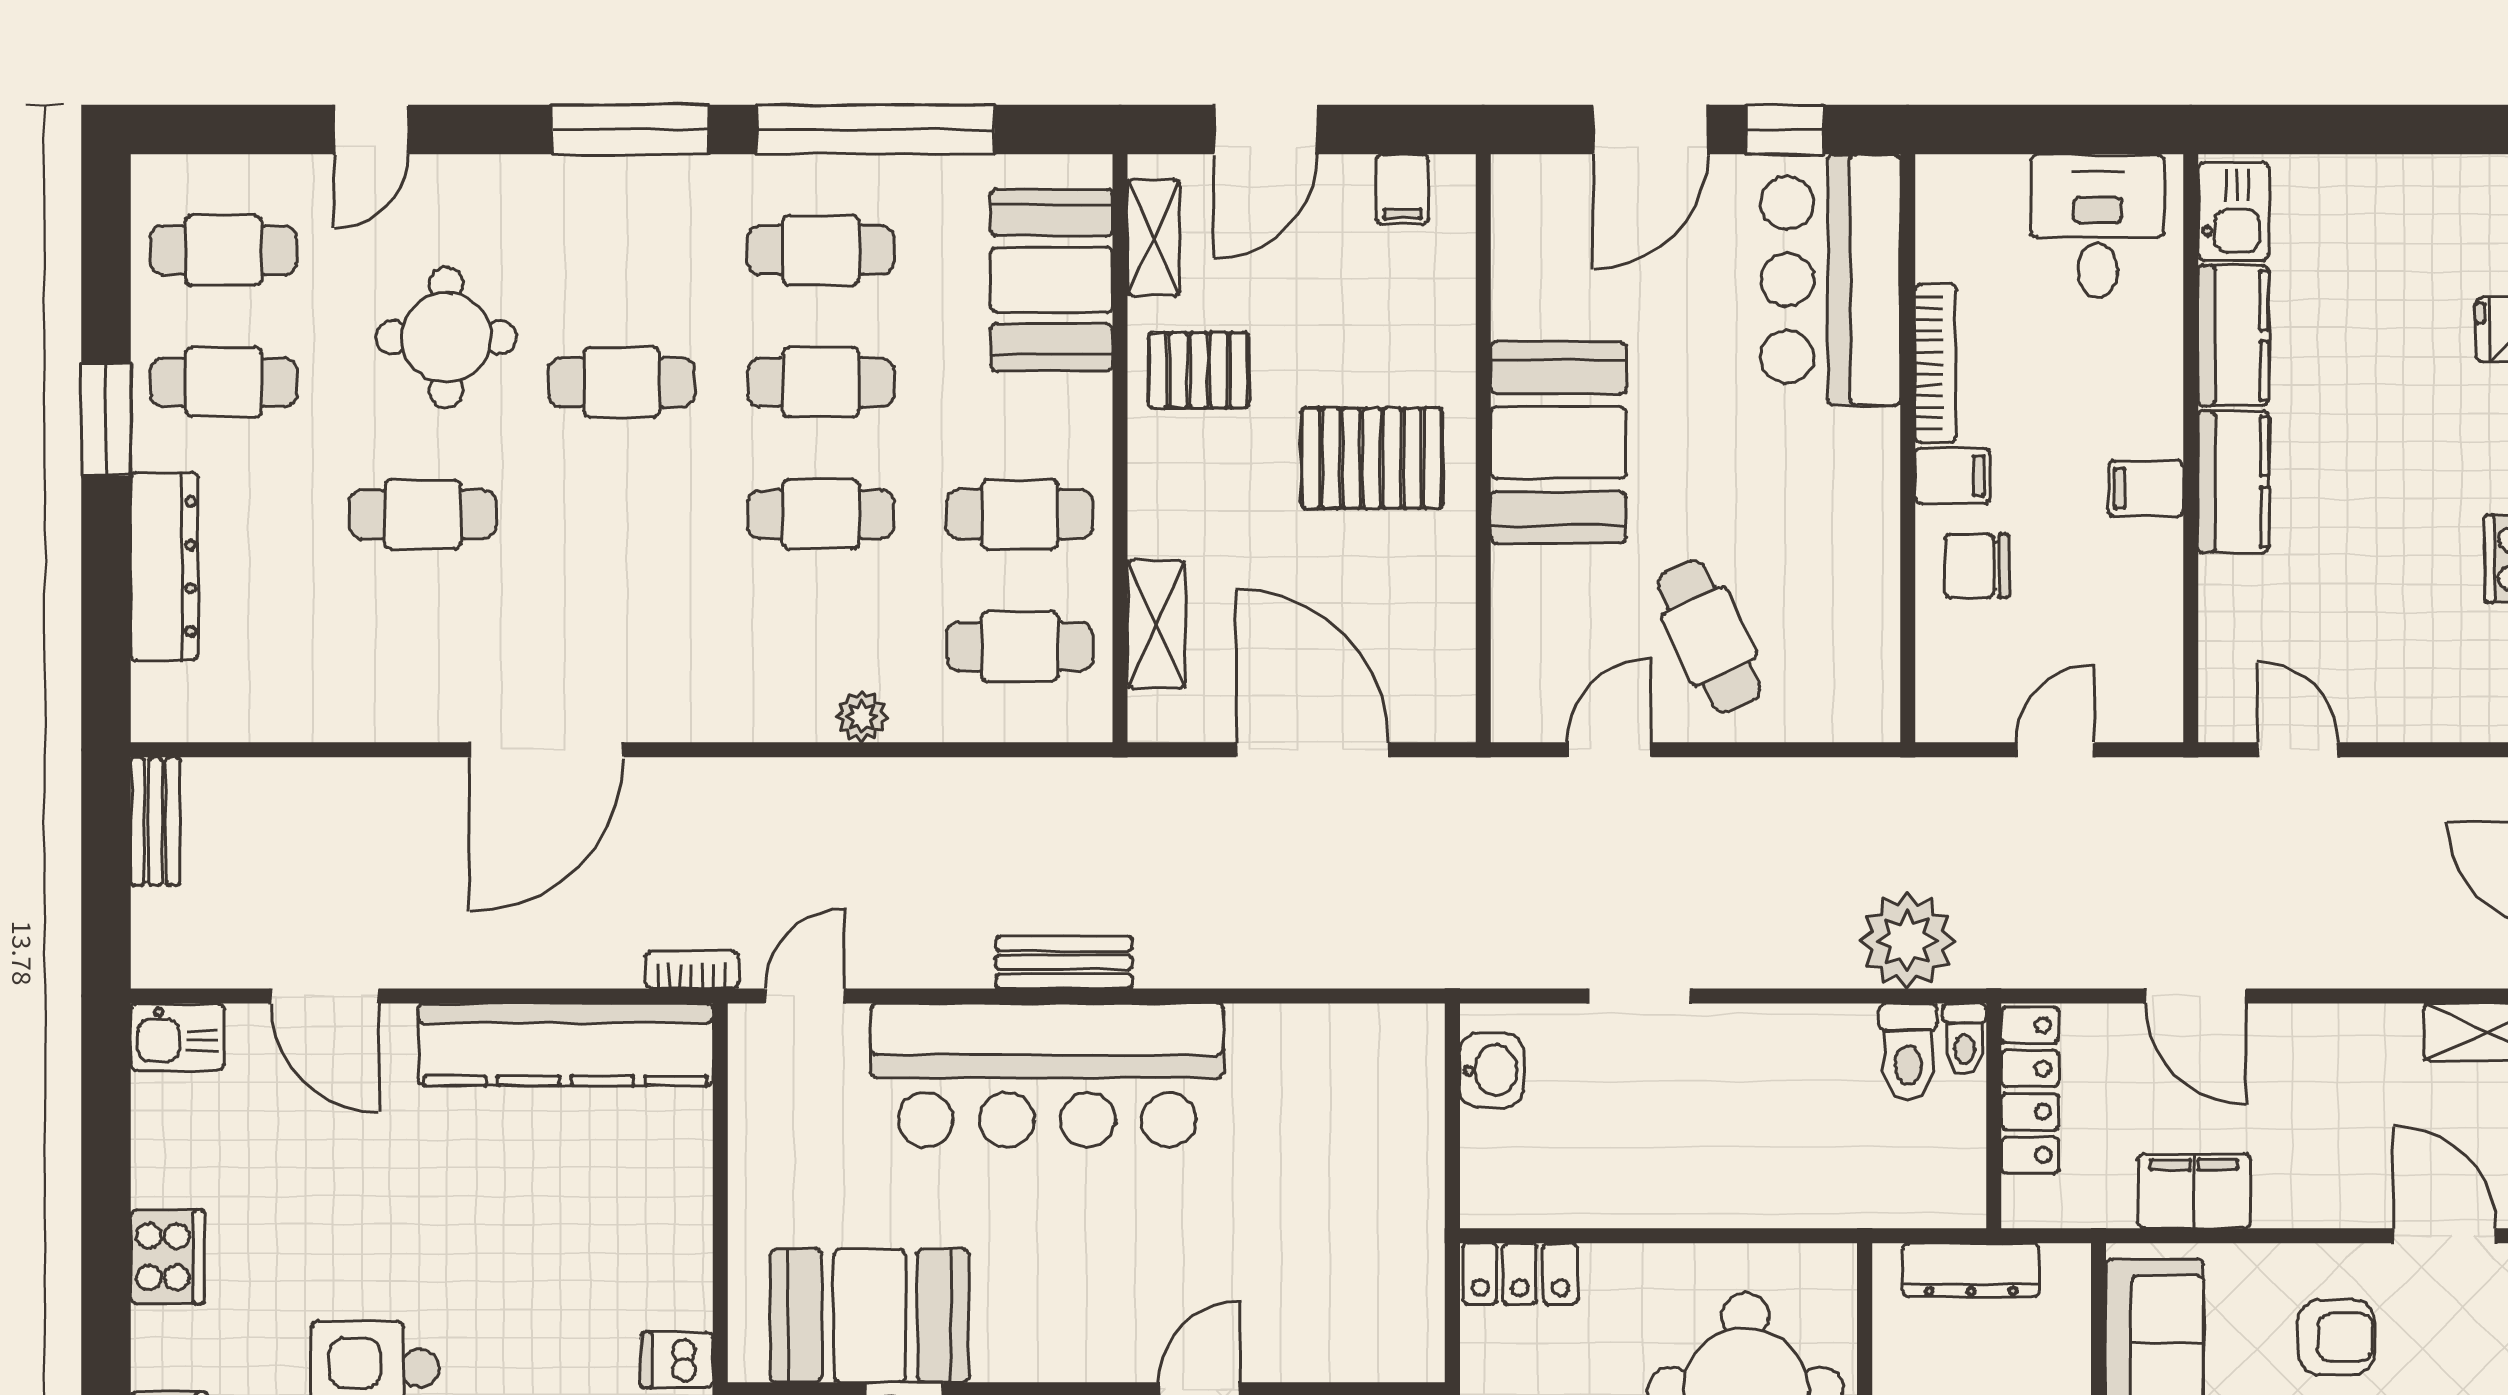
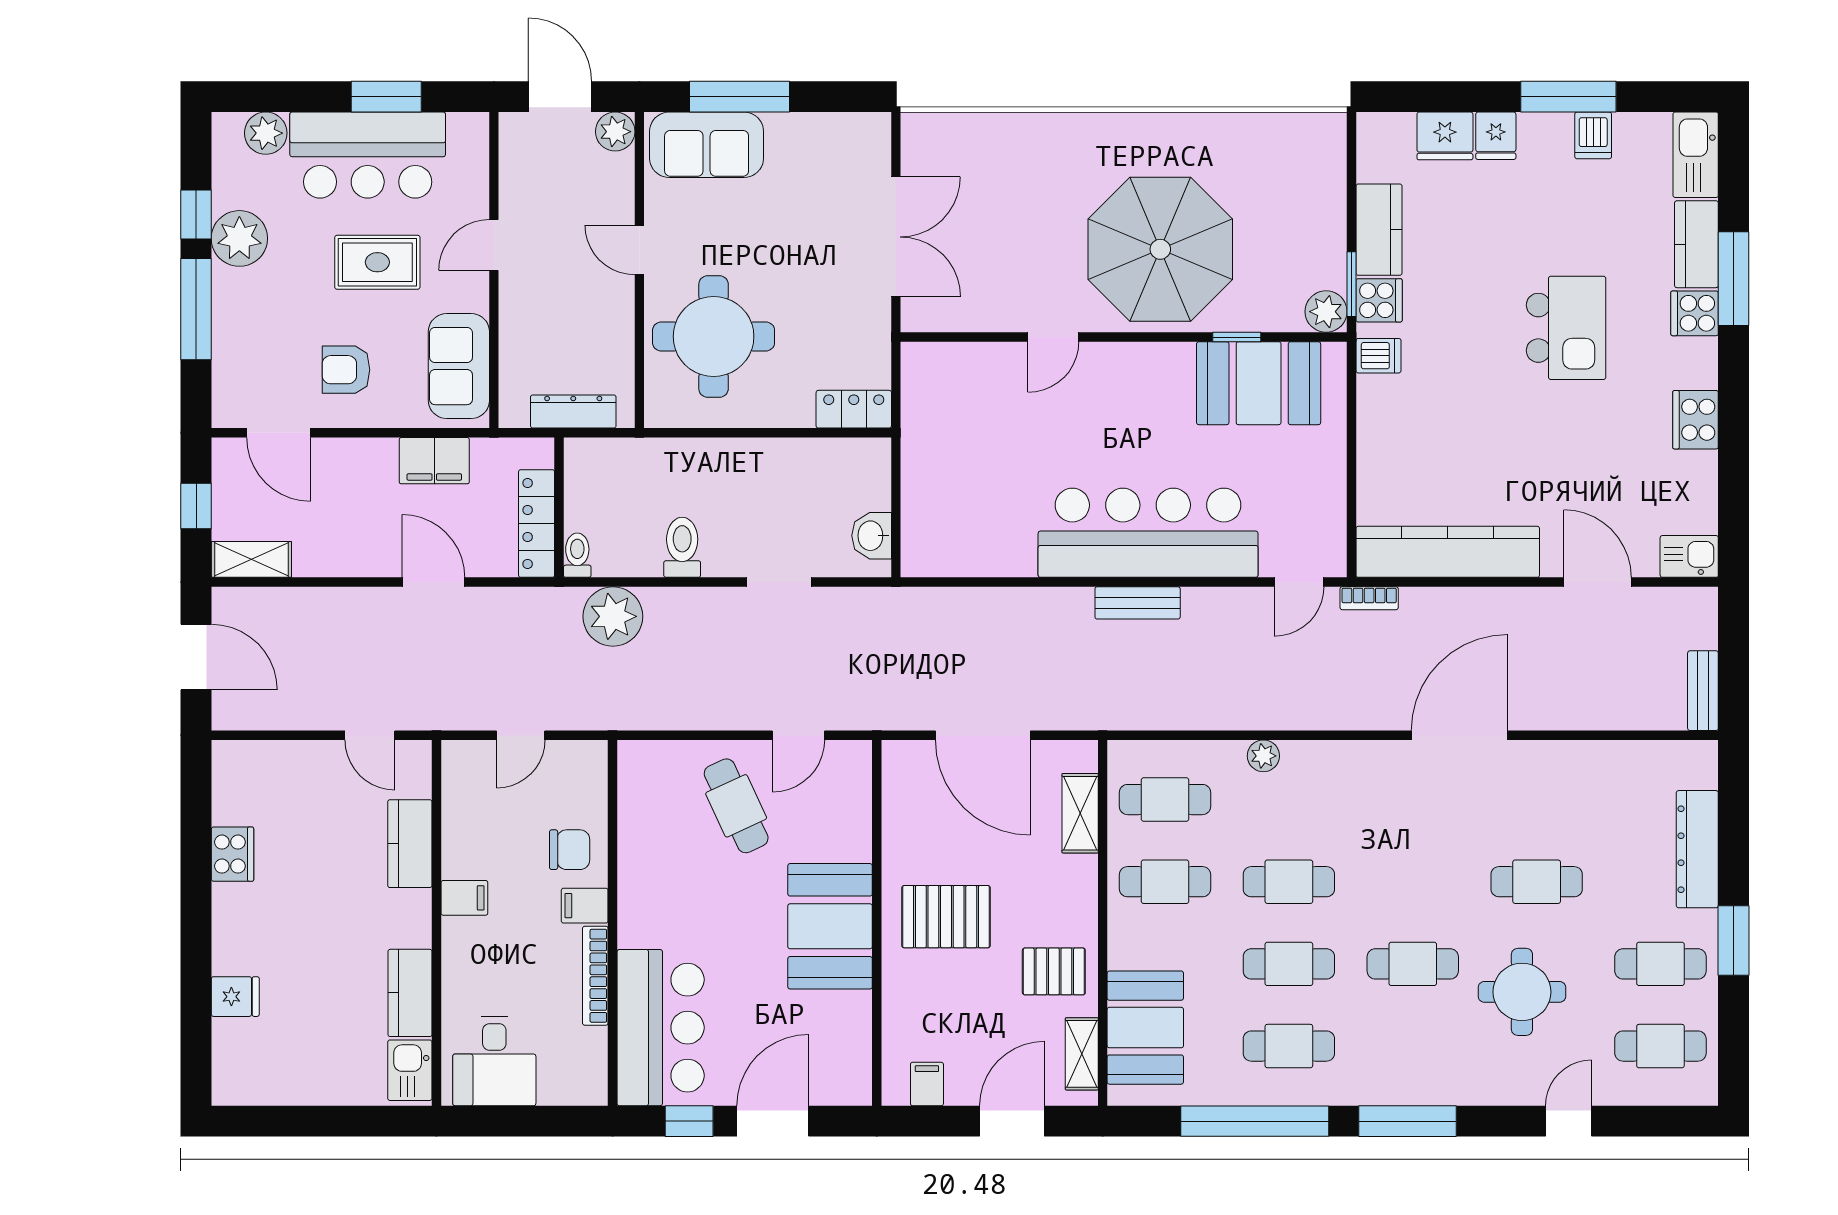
kitchen counter: (2234, 482) -> (410, 844), moved
toilet: (1908, 1052) -> (682, 547), moved

